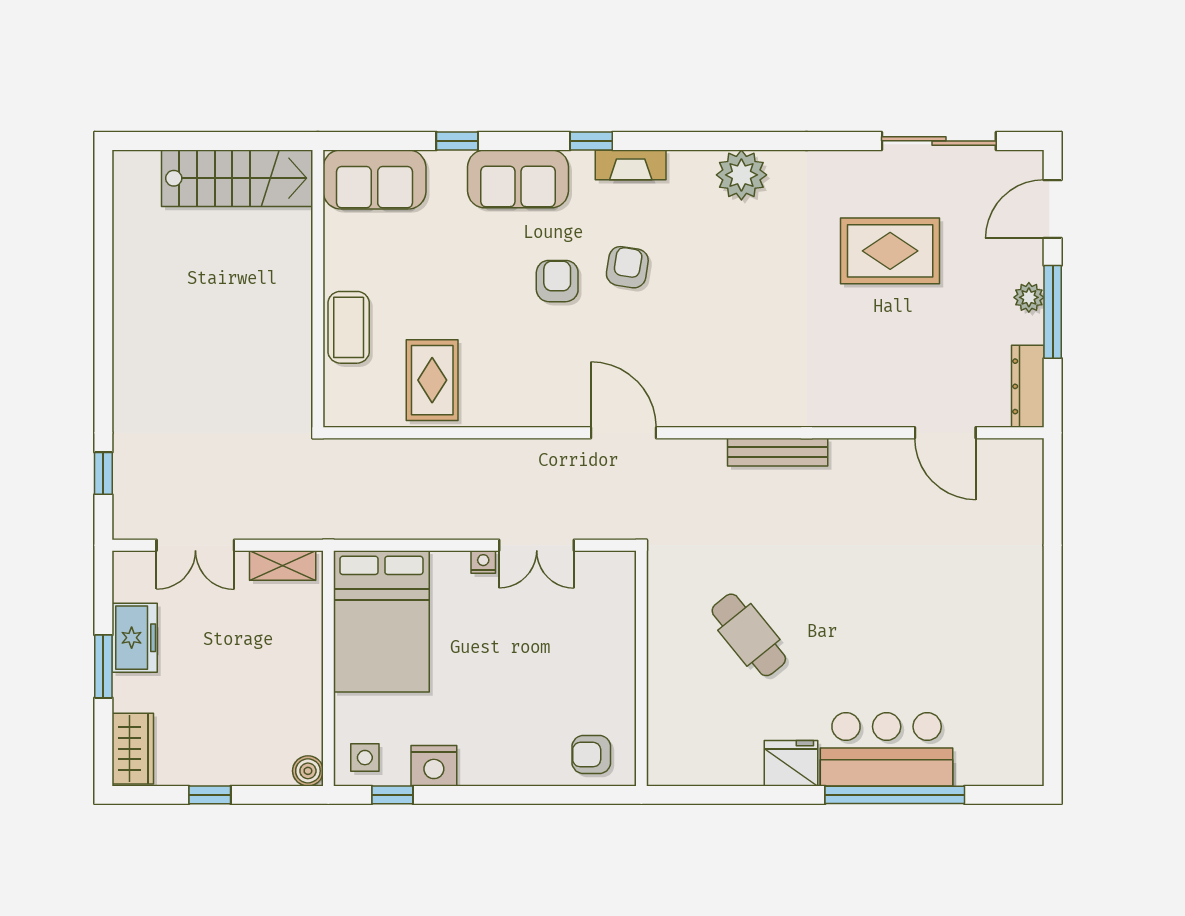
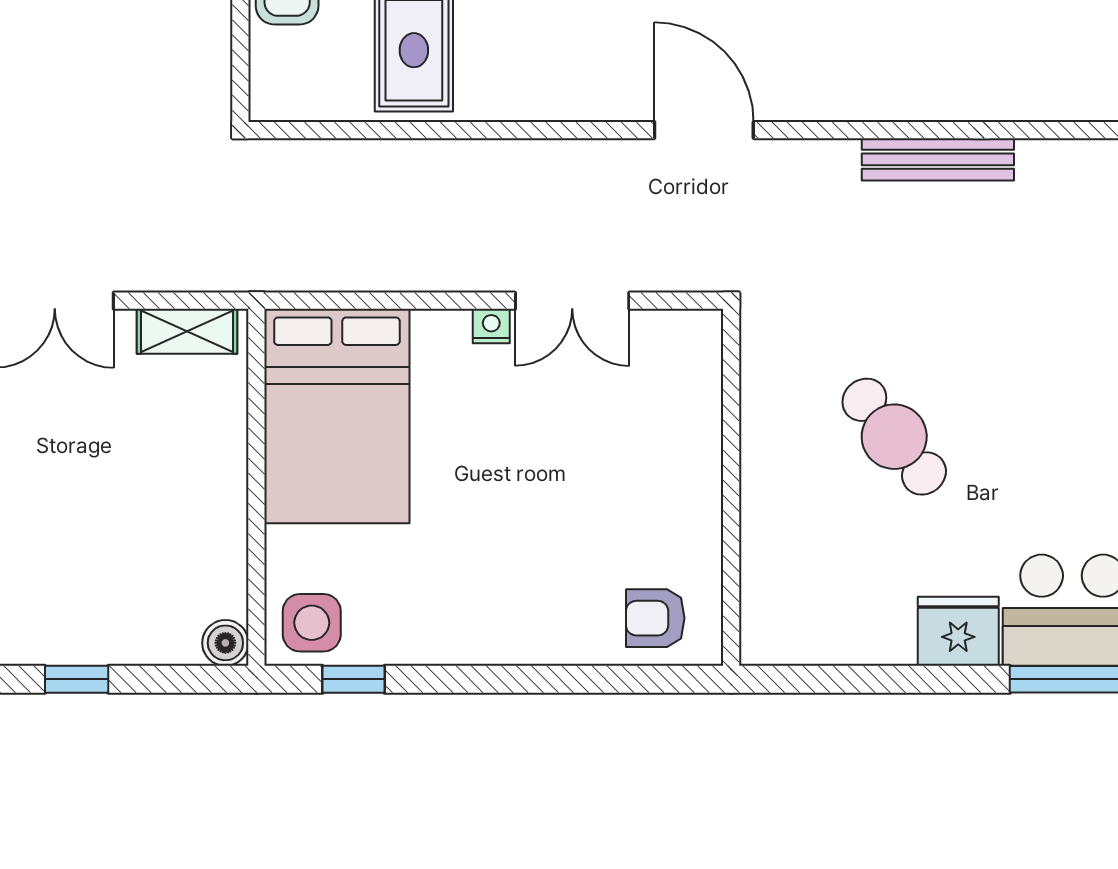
side table: (365, 758) -> (312, 623), width x1.37, depth x1.37
nightstand: (434, 766) -> (416, 635), removed

